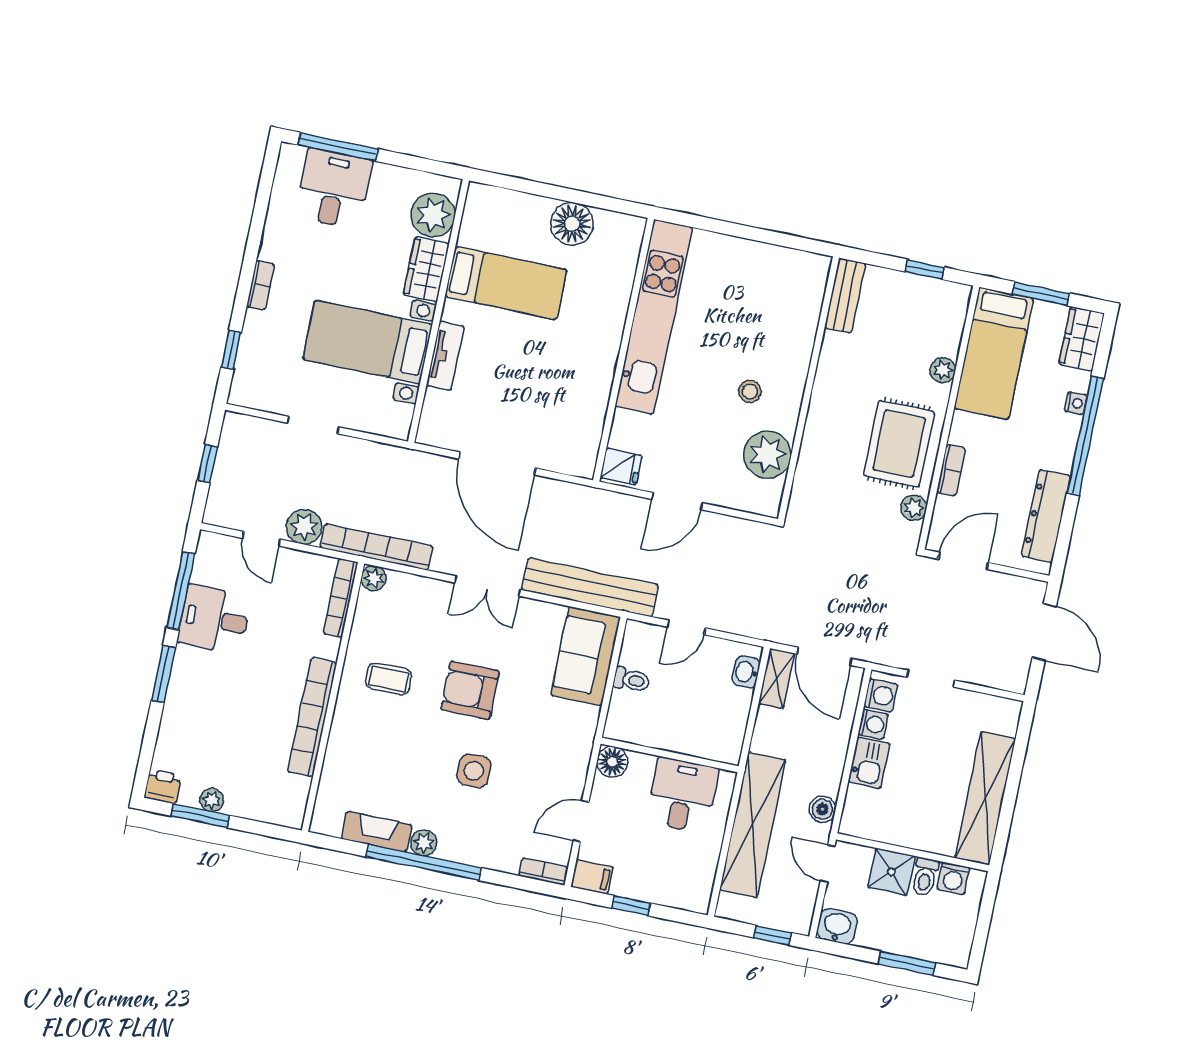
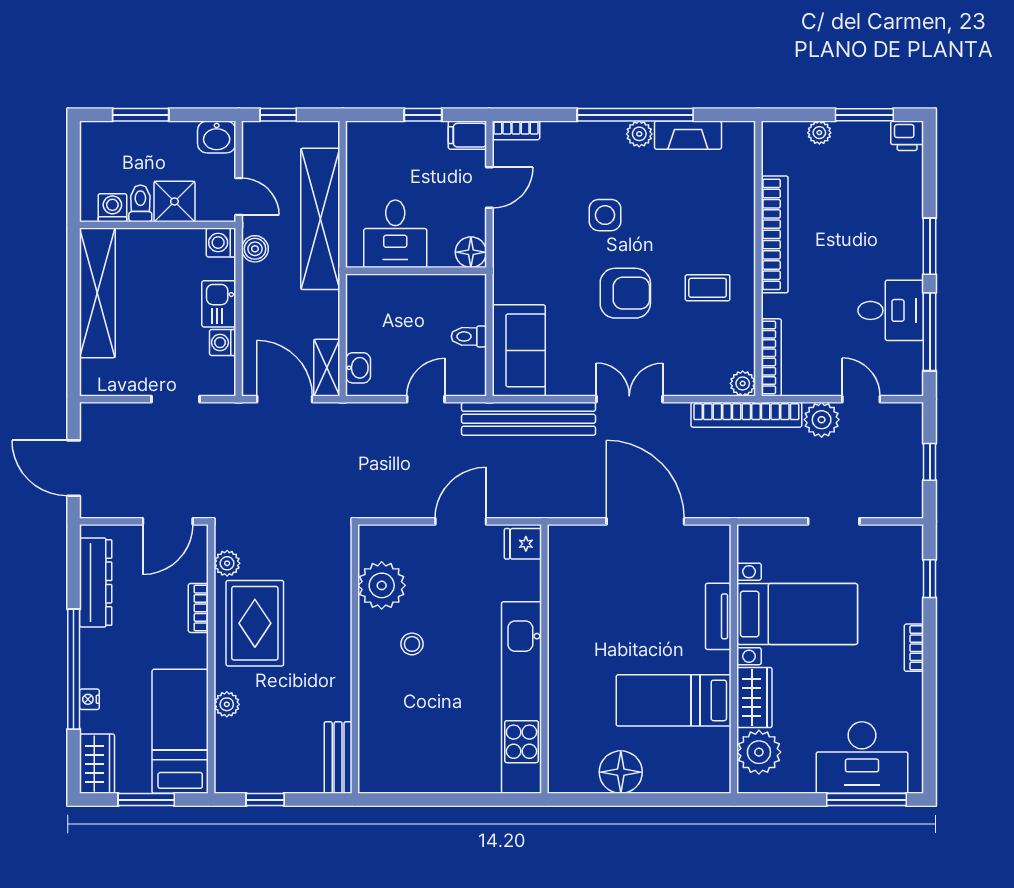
desk: (334, 189) -> (862, 758), width x1.37
washing machine: (881, 695) -> (221, 243), moved
plant: (212, 800) -> (819, 133), moved

